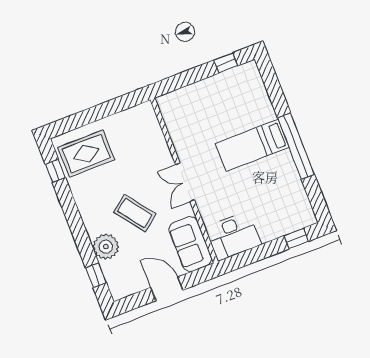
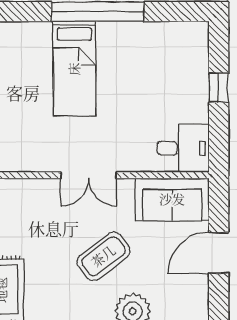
desk: (233, 236) -> (183, 148), width x0.73
window: (296, 239) -> (219, 88), moved

